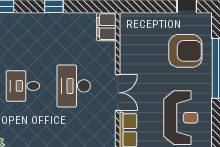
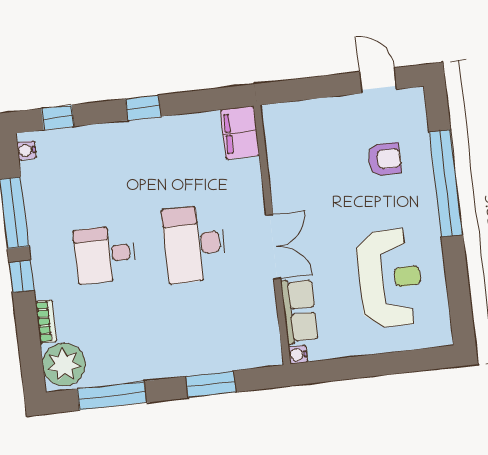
armchair: (185, 51) -> (385, 159), width x0.53, depth x0.53

